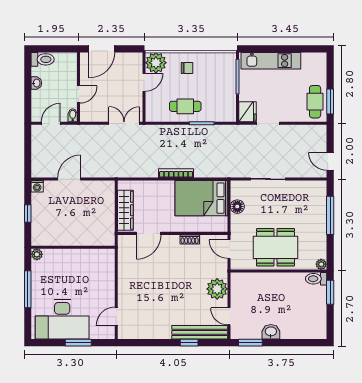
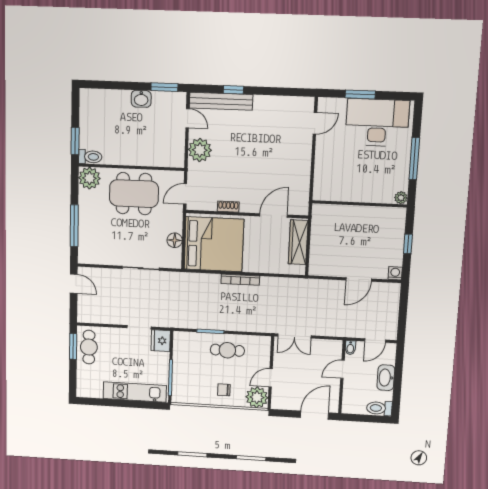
washbasin: (36, 83) -> (386, 378), width x1.91, depth x1.45
bed: (201, 198) -> (214, 244), width x1.36
door: (229, 249) -> (185, 194), swing flipped
plant: (321, 264) -> (89, 178), width x1.88, depth x1.88

